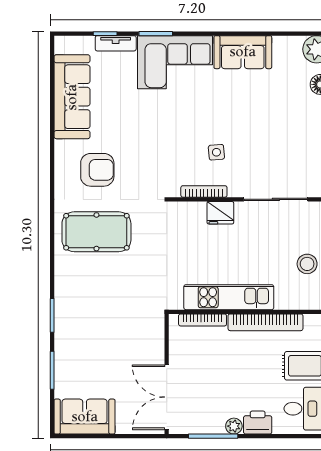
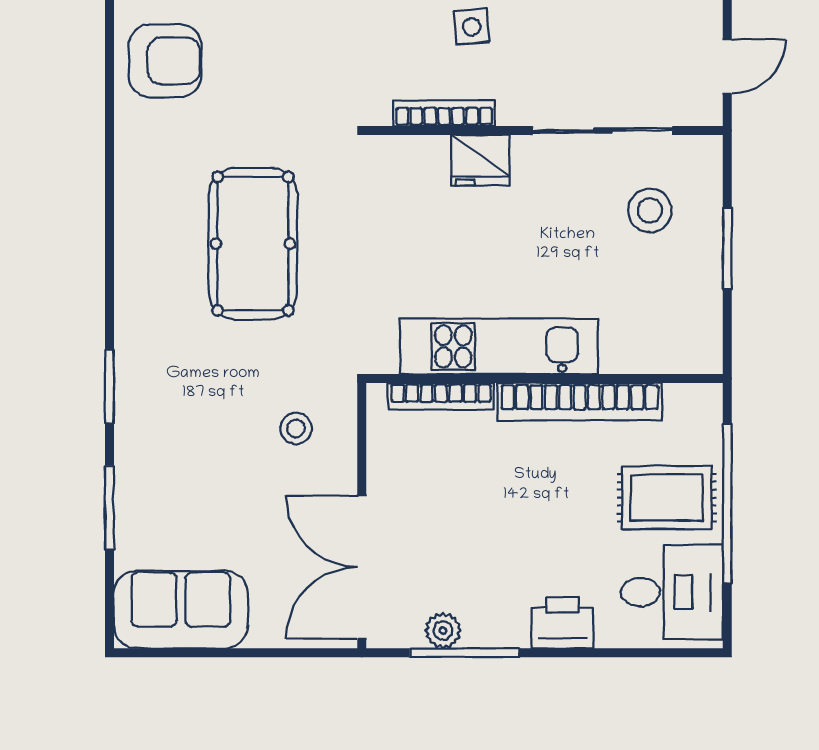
armchair: (97, 170) -> (165, 61), moved
pool table: (96, 232) -> (253, 244), moved, turned 90
stool: (307, 264) -> (650, 211), moved
stool: (137, 334) -> (296, 428), added
plant: (234, 426) -> (443, 631), moved

